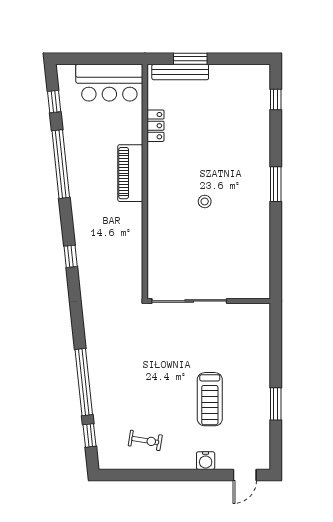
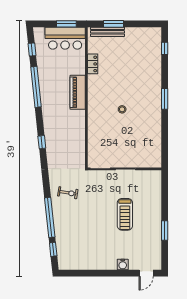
window: (112, 59) -> (66, 24), added
treadmill: (210, 399) -> (125, 214), moved
exercise bike: (145, 440) -> (68, 193), moved

